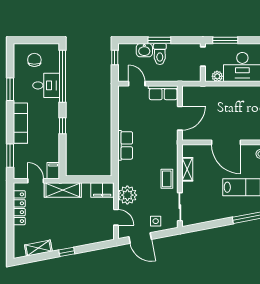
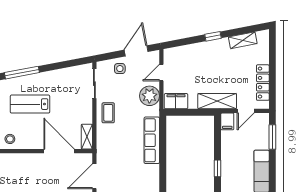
door: (226, 142) -> (59, 151), moved
row of seats: (125, 145) -> (152, 140), width x1.48
shelving: (187, 169) -> (87, 137), moved
door: (36, 181) -> (246, 111), hinge flipped
door: (116, 217) -> (161, 73), hinge flipped
door: (140, 238) -> (136, 51), hinge flipped

